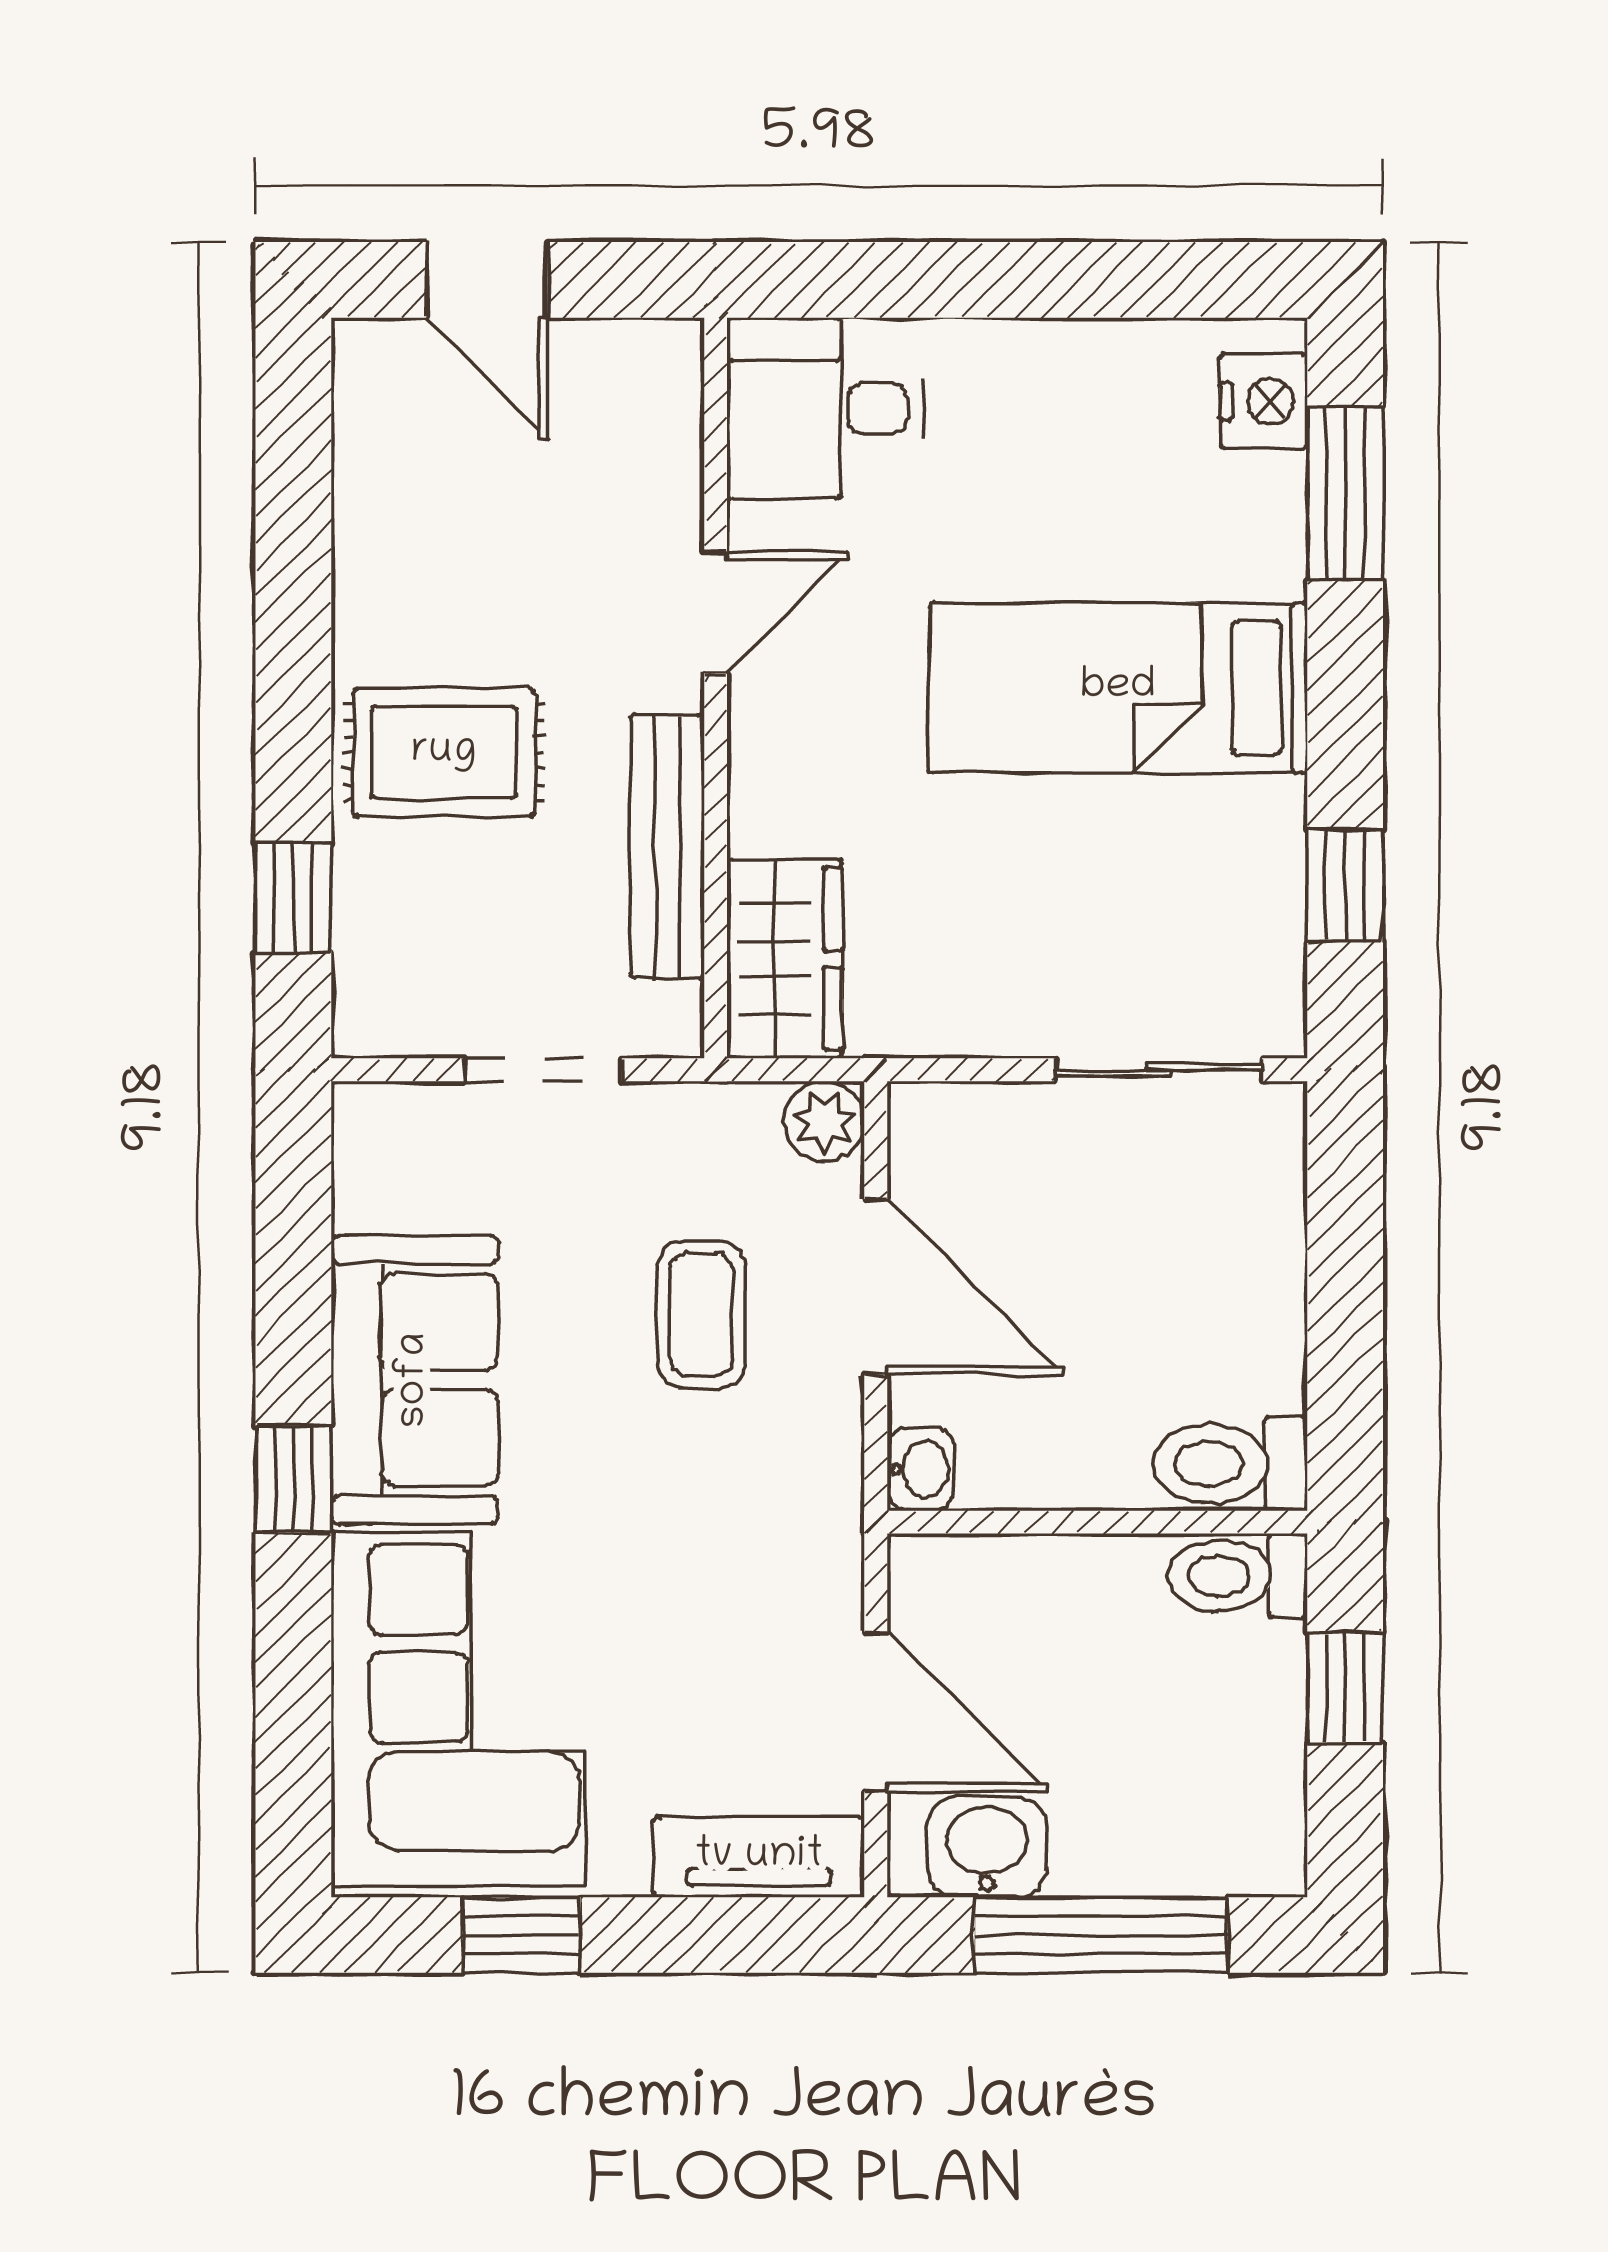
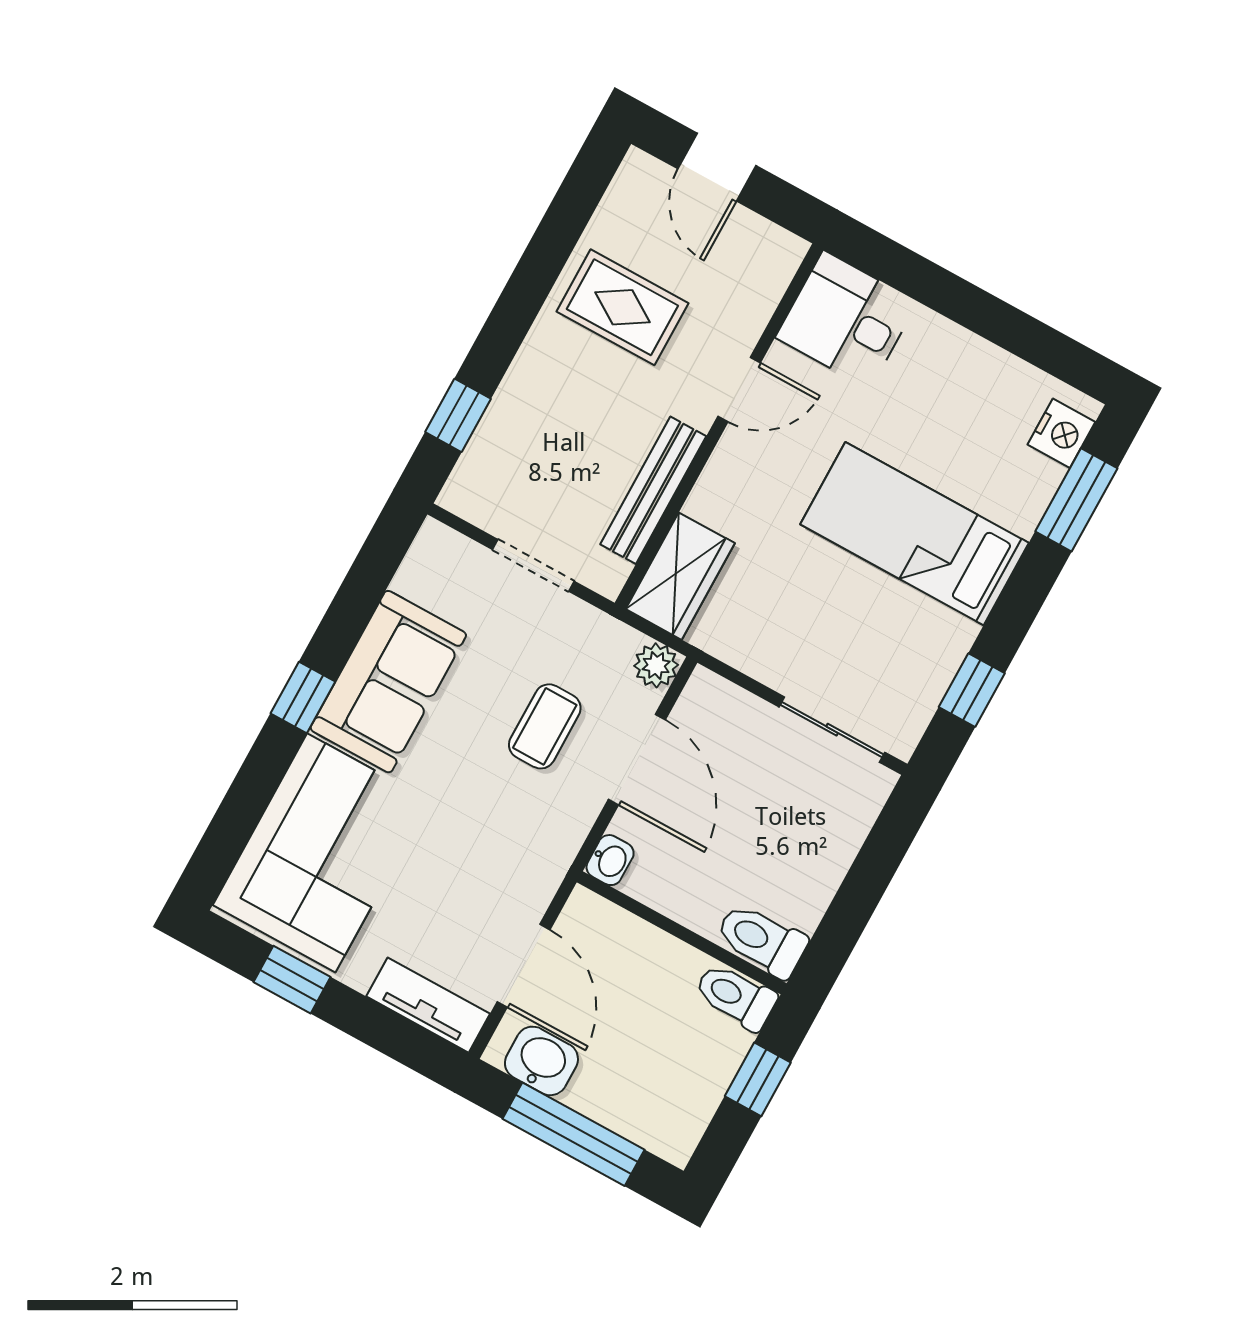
rug: (444, 752) -> (622, 307), moved

